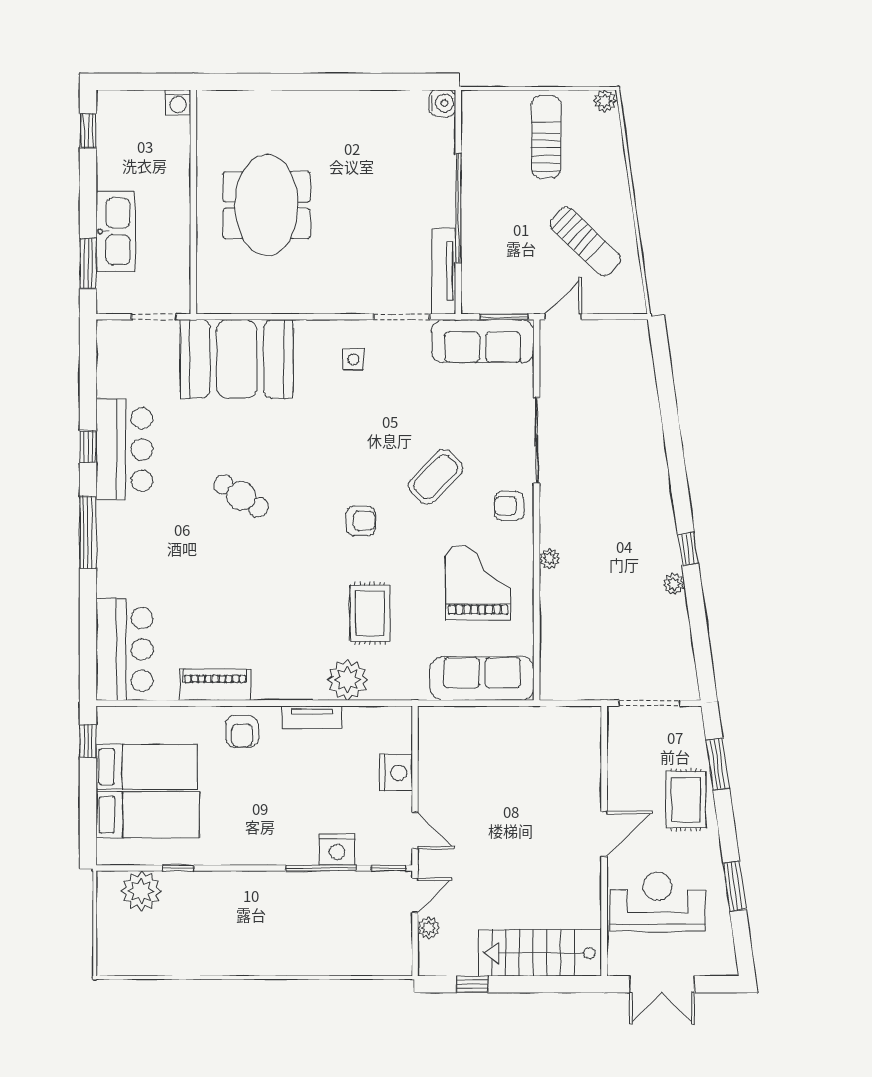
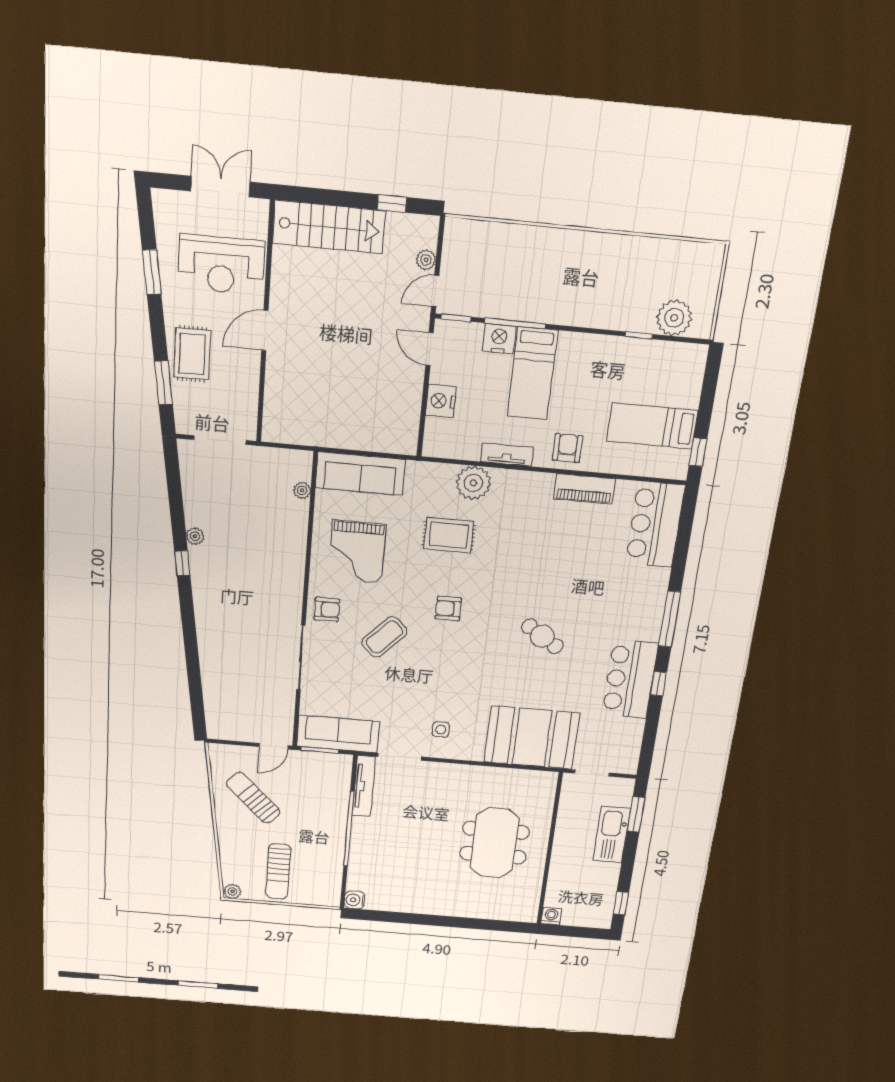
plant: (549, 559) -> (302, 490), moved
rug: (370, 613) -> (449, 535), turned 90
bed: (148, 815) -> (532, 374), moved, turned -90

